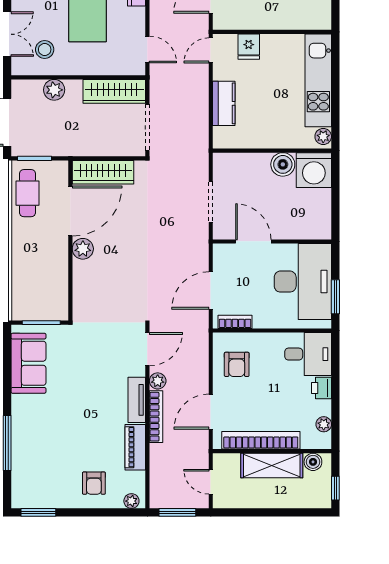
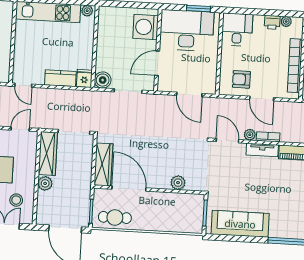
fridge: (249, 47) -> (84, 78), moved, turned -90
plant: (54, 90) -> (45, 183), moved
boiler: (283, 164) -> (103, 80), moved
washing machine: (314, 170) -> (146, 27), moved, turned 180
plant: (83, 249) -> (178, 183), moved
bookcase: (235, 322) -> (212, 79), removed
sofa: (28, 363) -> (240, 224), width x1.36
armchair: (237, 364) -> (241, 79), turned 180
printer: (321, 388) -> (272, 22), moved
door: (211, 412) -> (262, 99), moved
bookcase: (156, 417) -> (268, 137), width x0.64

